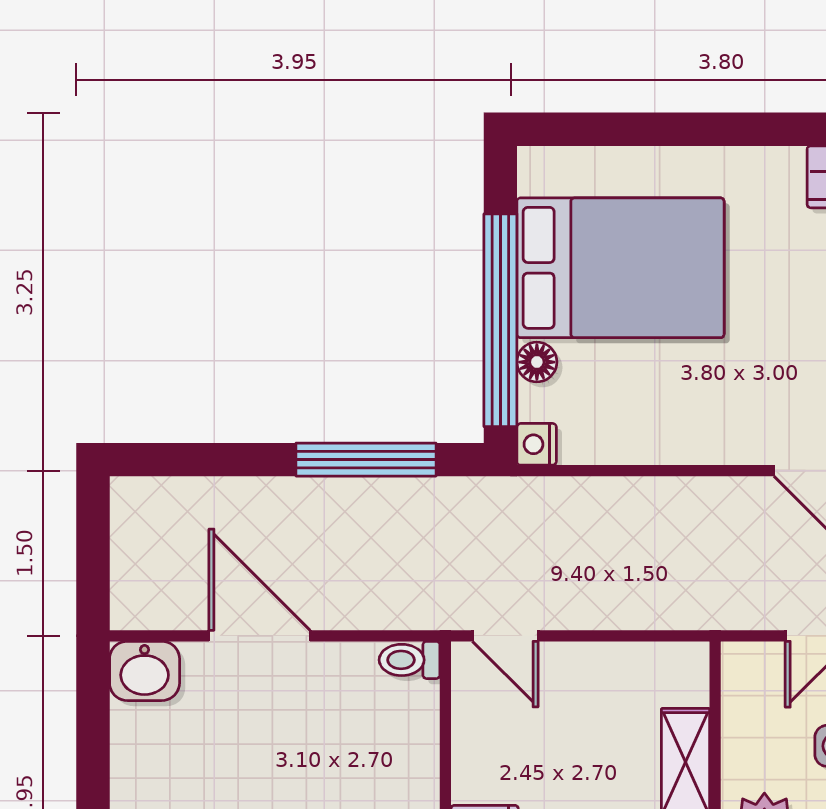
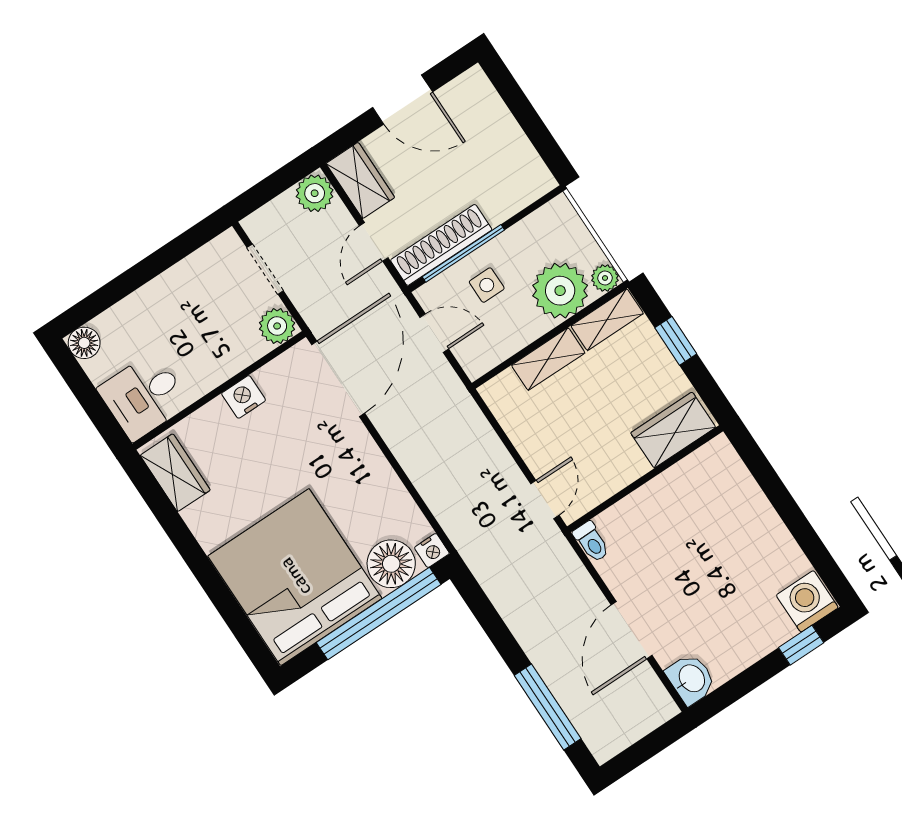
bed: (620, 268) -> (295, 577), width x1.36
floor lamp: (537, 362) -> (391, 564), width x1.89, depth x1.89
window: (366, 460) -> (548, 707), moved

